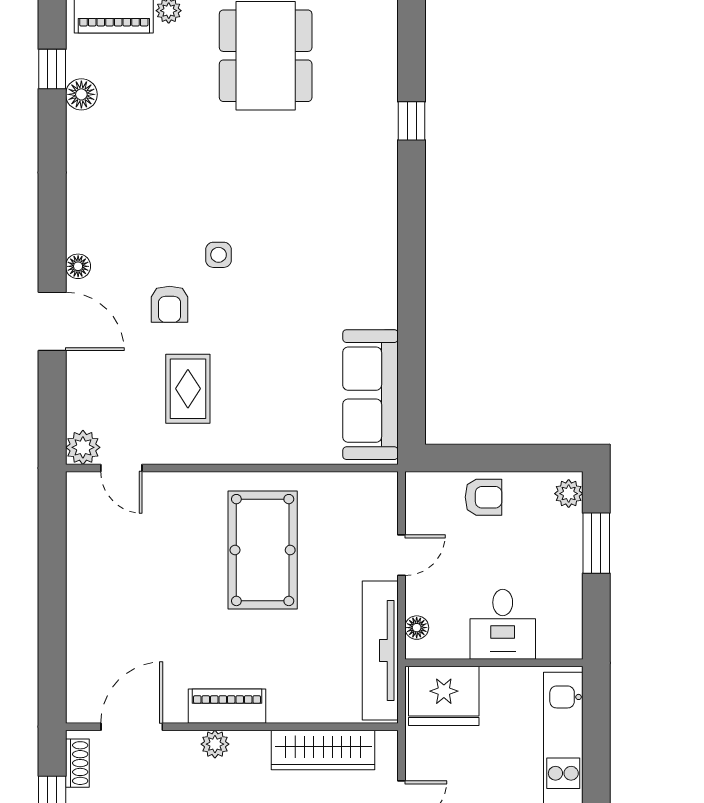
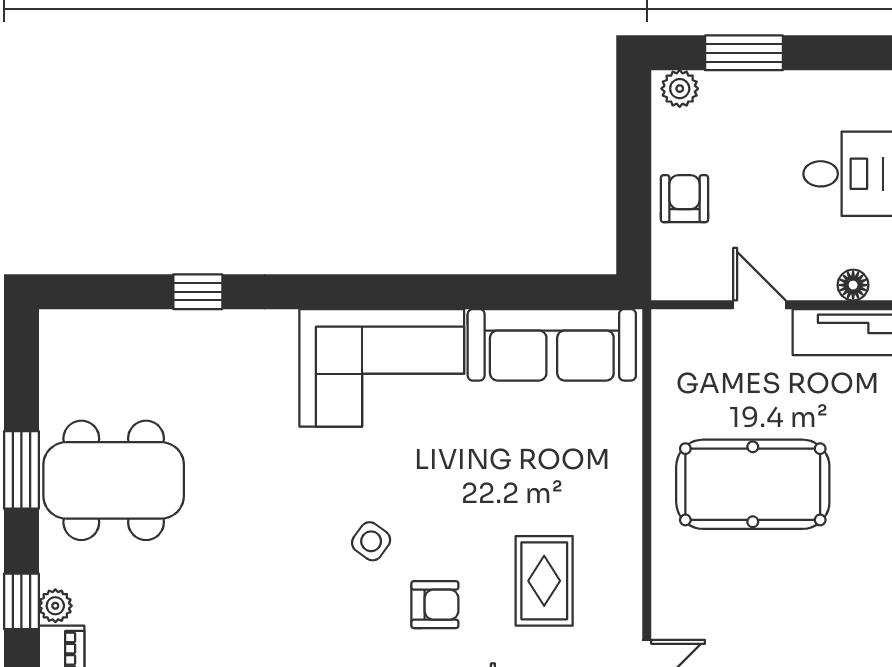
side table: (219, 255) -> (371, 541), turned 36
corner sofa: (353, 263) -> (382, 368), added
rug: (188, 389) -> (544, 581), turned 90

